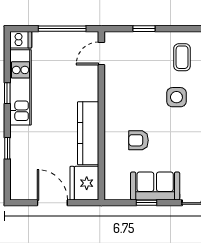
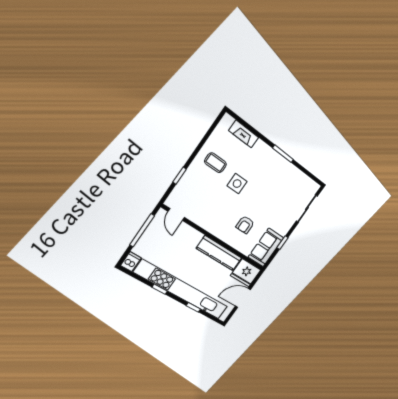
kitchen unit: (21, 87) -> (182, 290), width x1.86
sofa: (155, 186) -> (266, 247), moved

